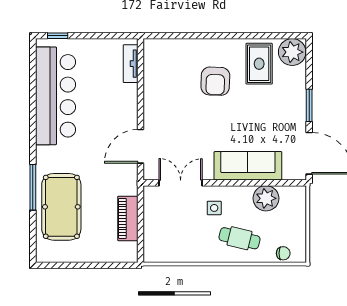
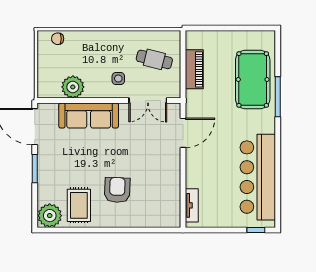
cafe table: (240, 238) -> (154, 59), moved

